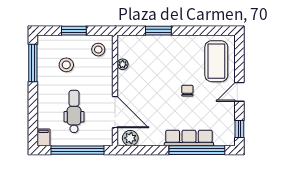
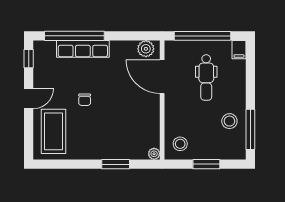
plant: (123, 64) -> (154, 154), moved
stool: (66, 65) -> (229, 121), moved

